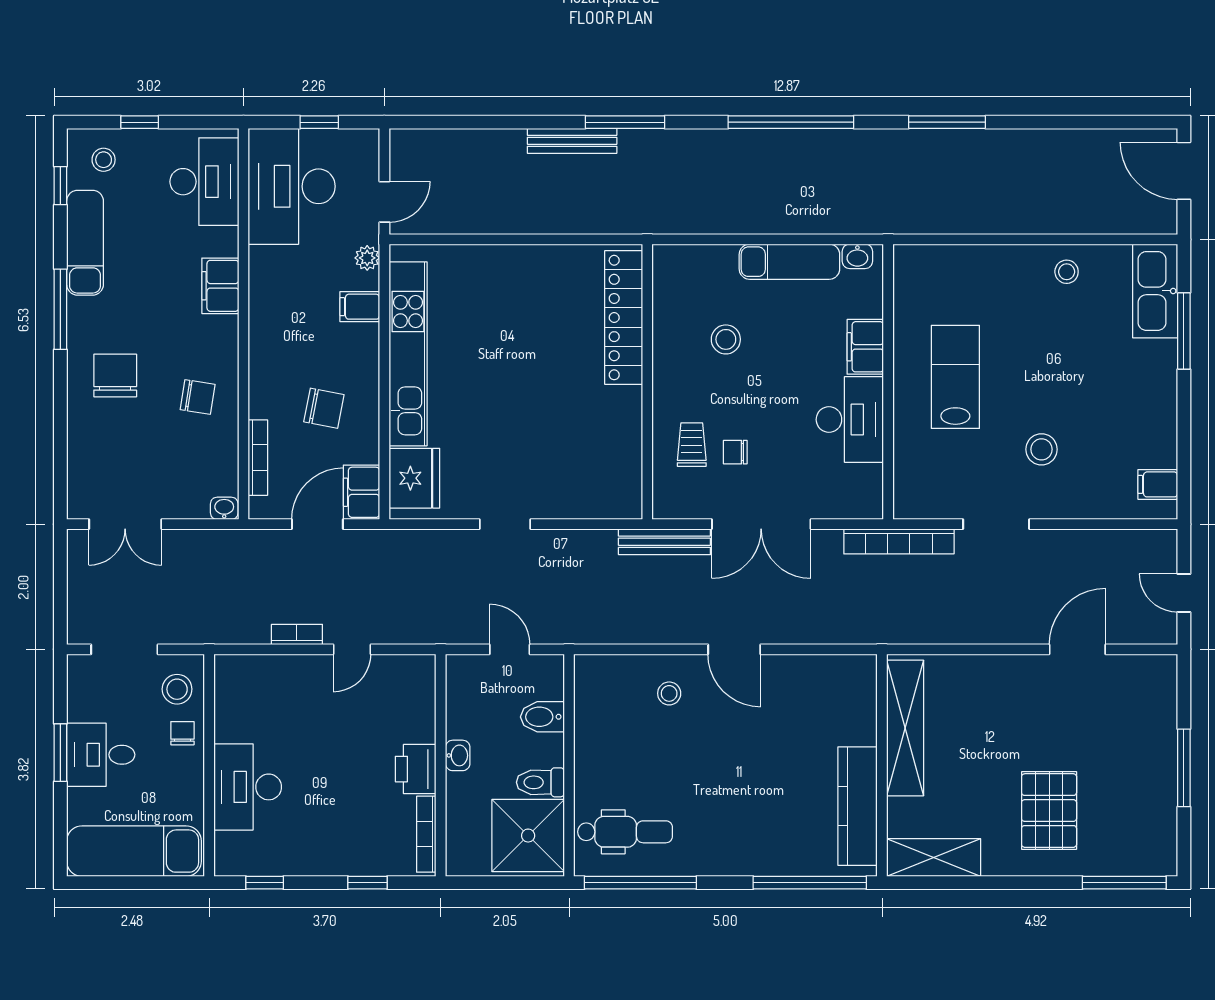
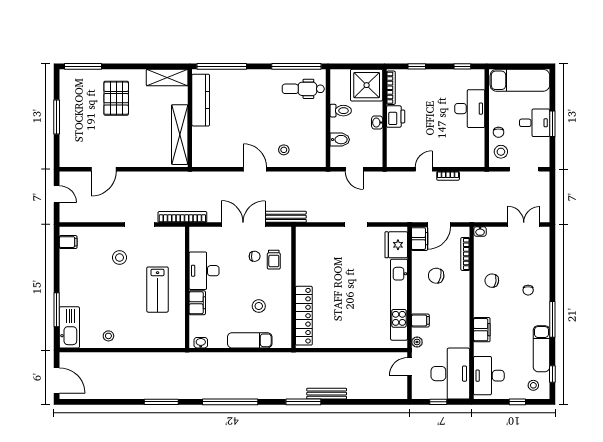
exam couch: (789, 262) -> (250, 340), moved
chair: (115, 375) -> (528, 290), width x0.54, depth x0.54
shower: (528, 836) -> (367, 85), moved

